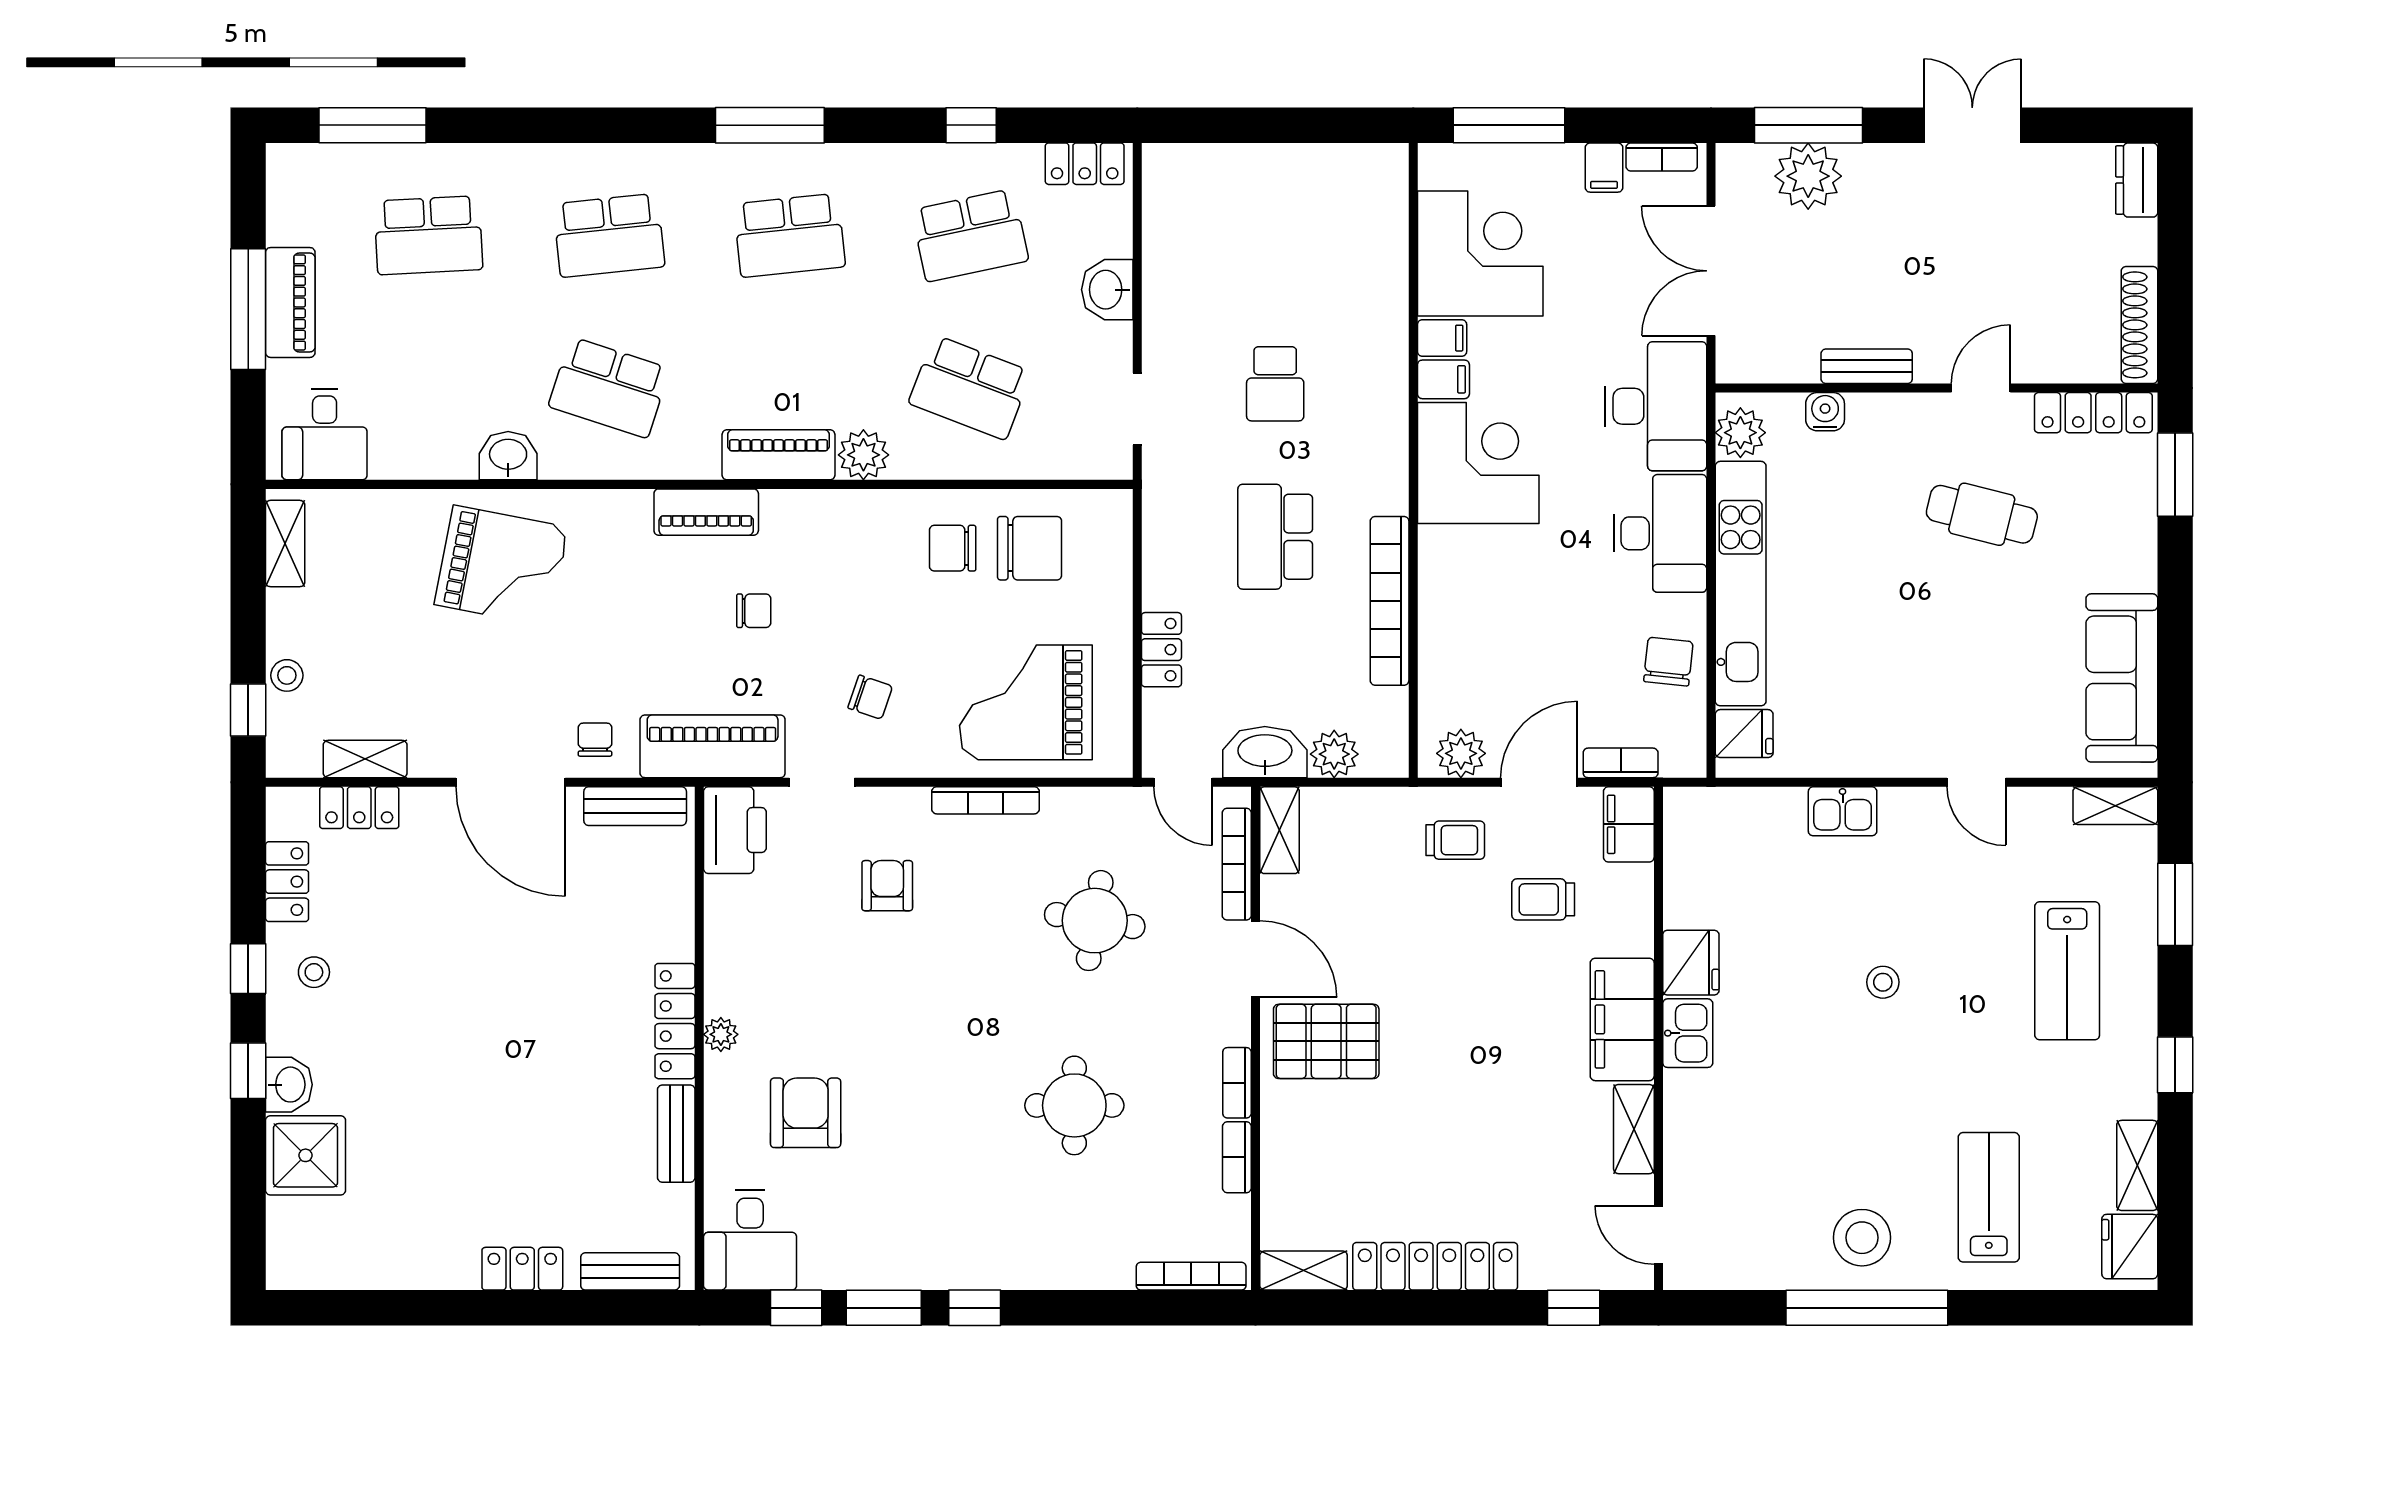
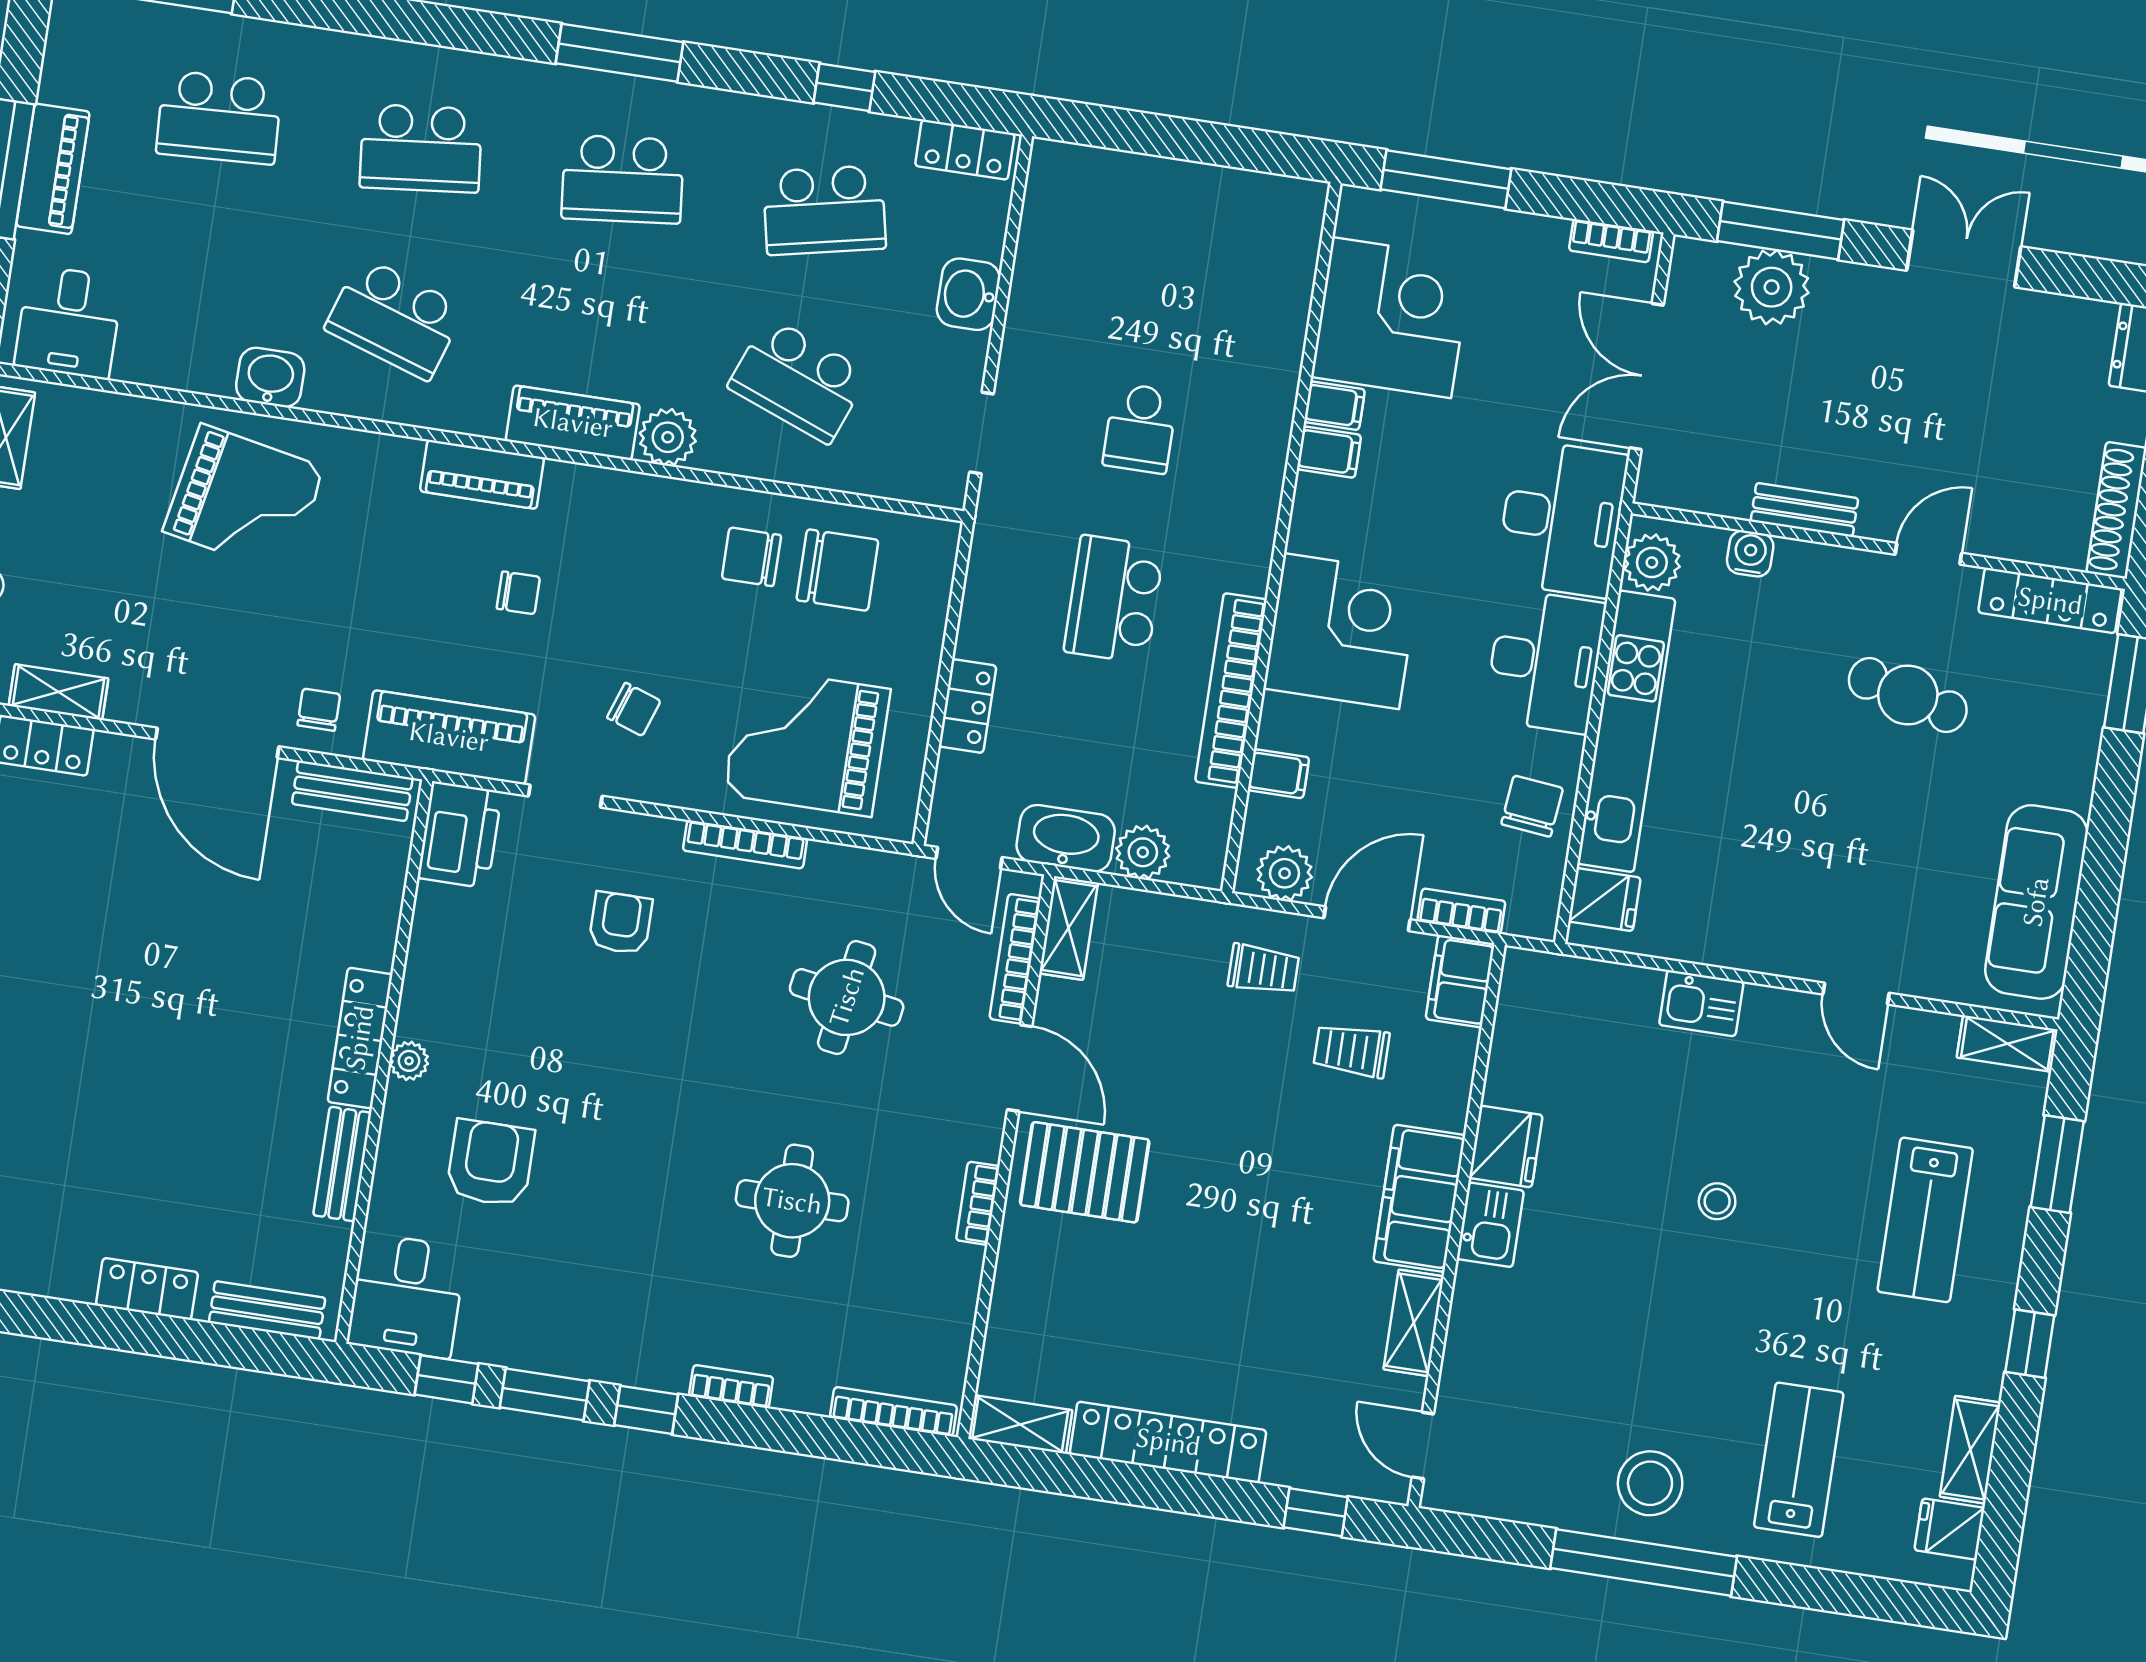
filing cabinet: (1604, 168) -> (1278, 774), moved, turned -90
corner desk: (1478, 463) -> (1341, 631), moved
bookcase: (1237, 1157) -> (731, 1386), moved, turned 90
fridge: (2130, 1247) -> (1950, 1529), width x0.72

